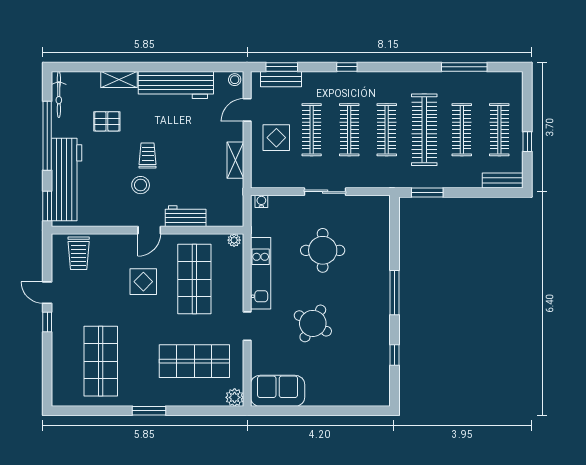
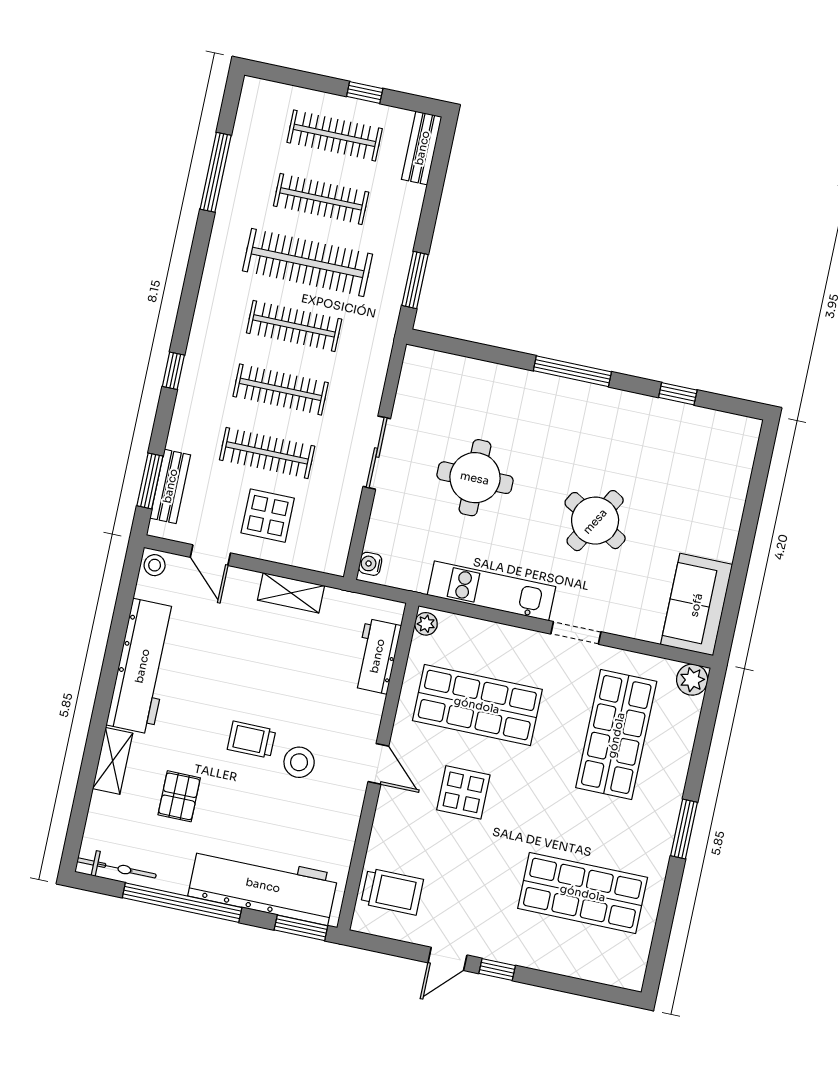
workbench: (186, 216) -> (377, 656), moved

